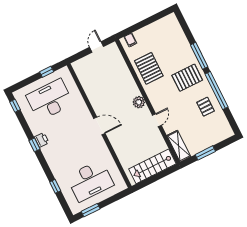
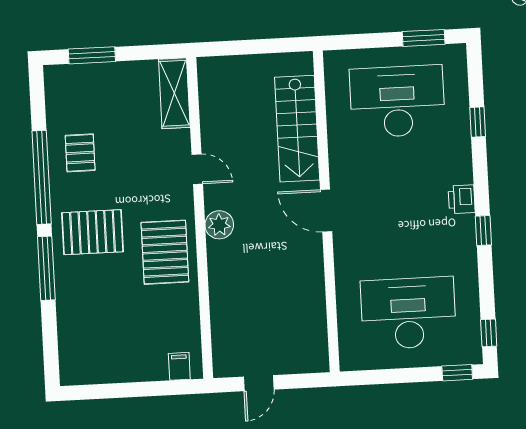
pallet: (149, 68) -> (165, 252), moved
window: (47, 72) -> (457, 373), moved
desk: (50, 100) -> (408, 313), turned 180
door: (157, 120) -> (197, 169), swing flipped
printer: (42, 140) -> (462, 199), moved
window: (205, 153) -> (92, 55), moved
stairs: (152, 166) -> (297, 129), moved, turned 90

